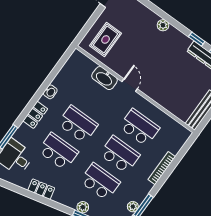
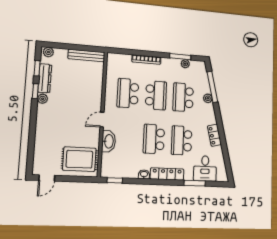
plant: (163, 25) -> (43, 99), moved
rug: (106, 39) -> (79, 159), width x1.36, depth x1.43
window: (63, 60) -> (115, 180), added
locker: (35, 115) -> (167, 174), width x1.53
school desk: (120, 154) -> (156, 95), turned 180

